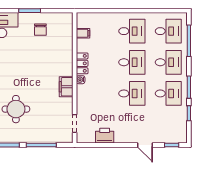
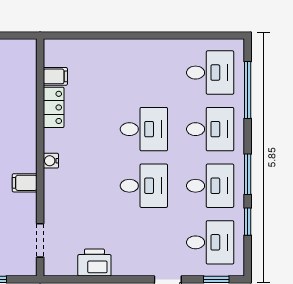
desk: (132, 31) -> (210, 242), moved
locker: (82, 63) -> (54, 107), moved
filing cabinet: (66, 87) -> (25, 183), width x0.50

